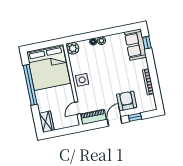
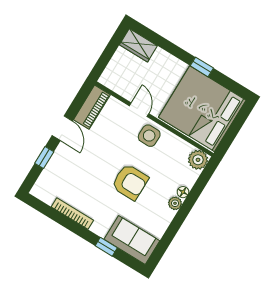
window: (147, 43) -> (106, 247), moved
window: (30, 85) -> (202, 67), width x0.32
armchair: (127, 101) -> (130, 182), moved
door: (78, 108) -> (139, 110), moved

